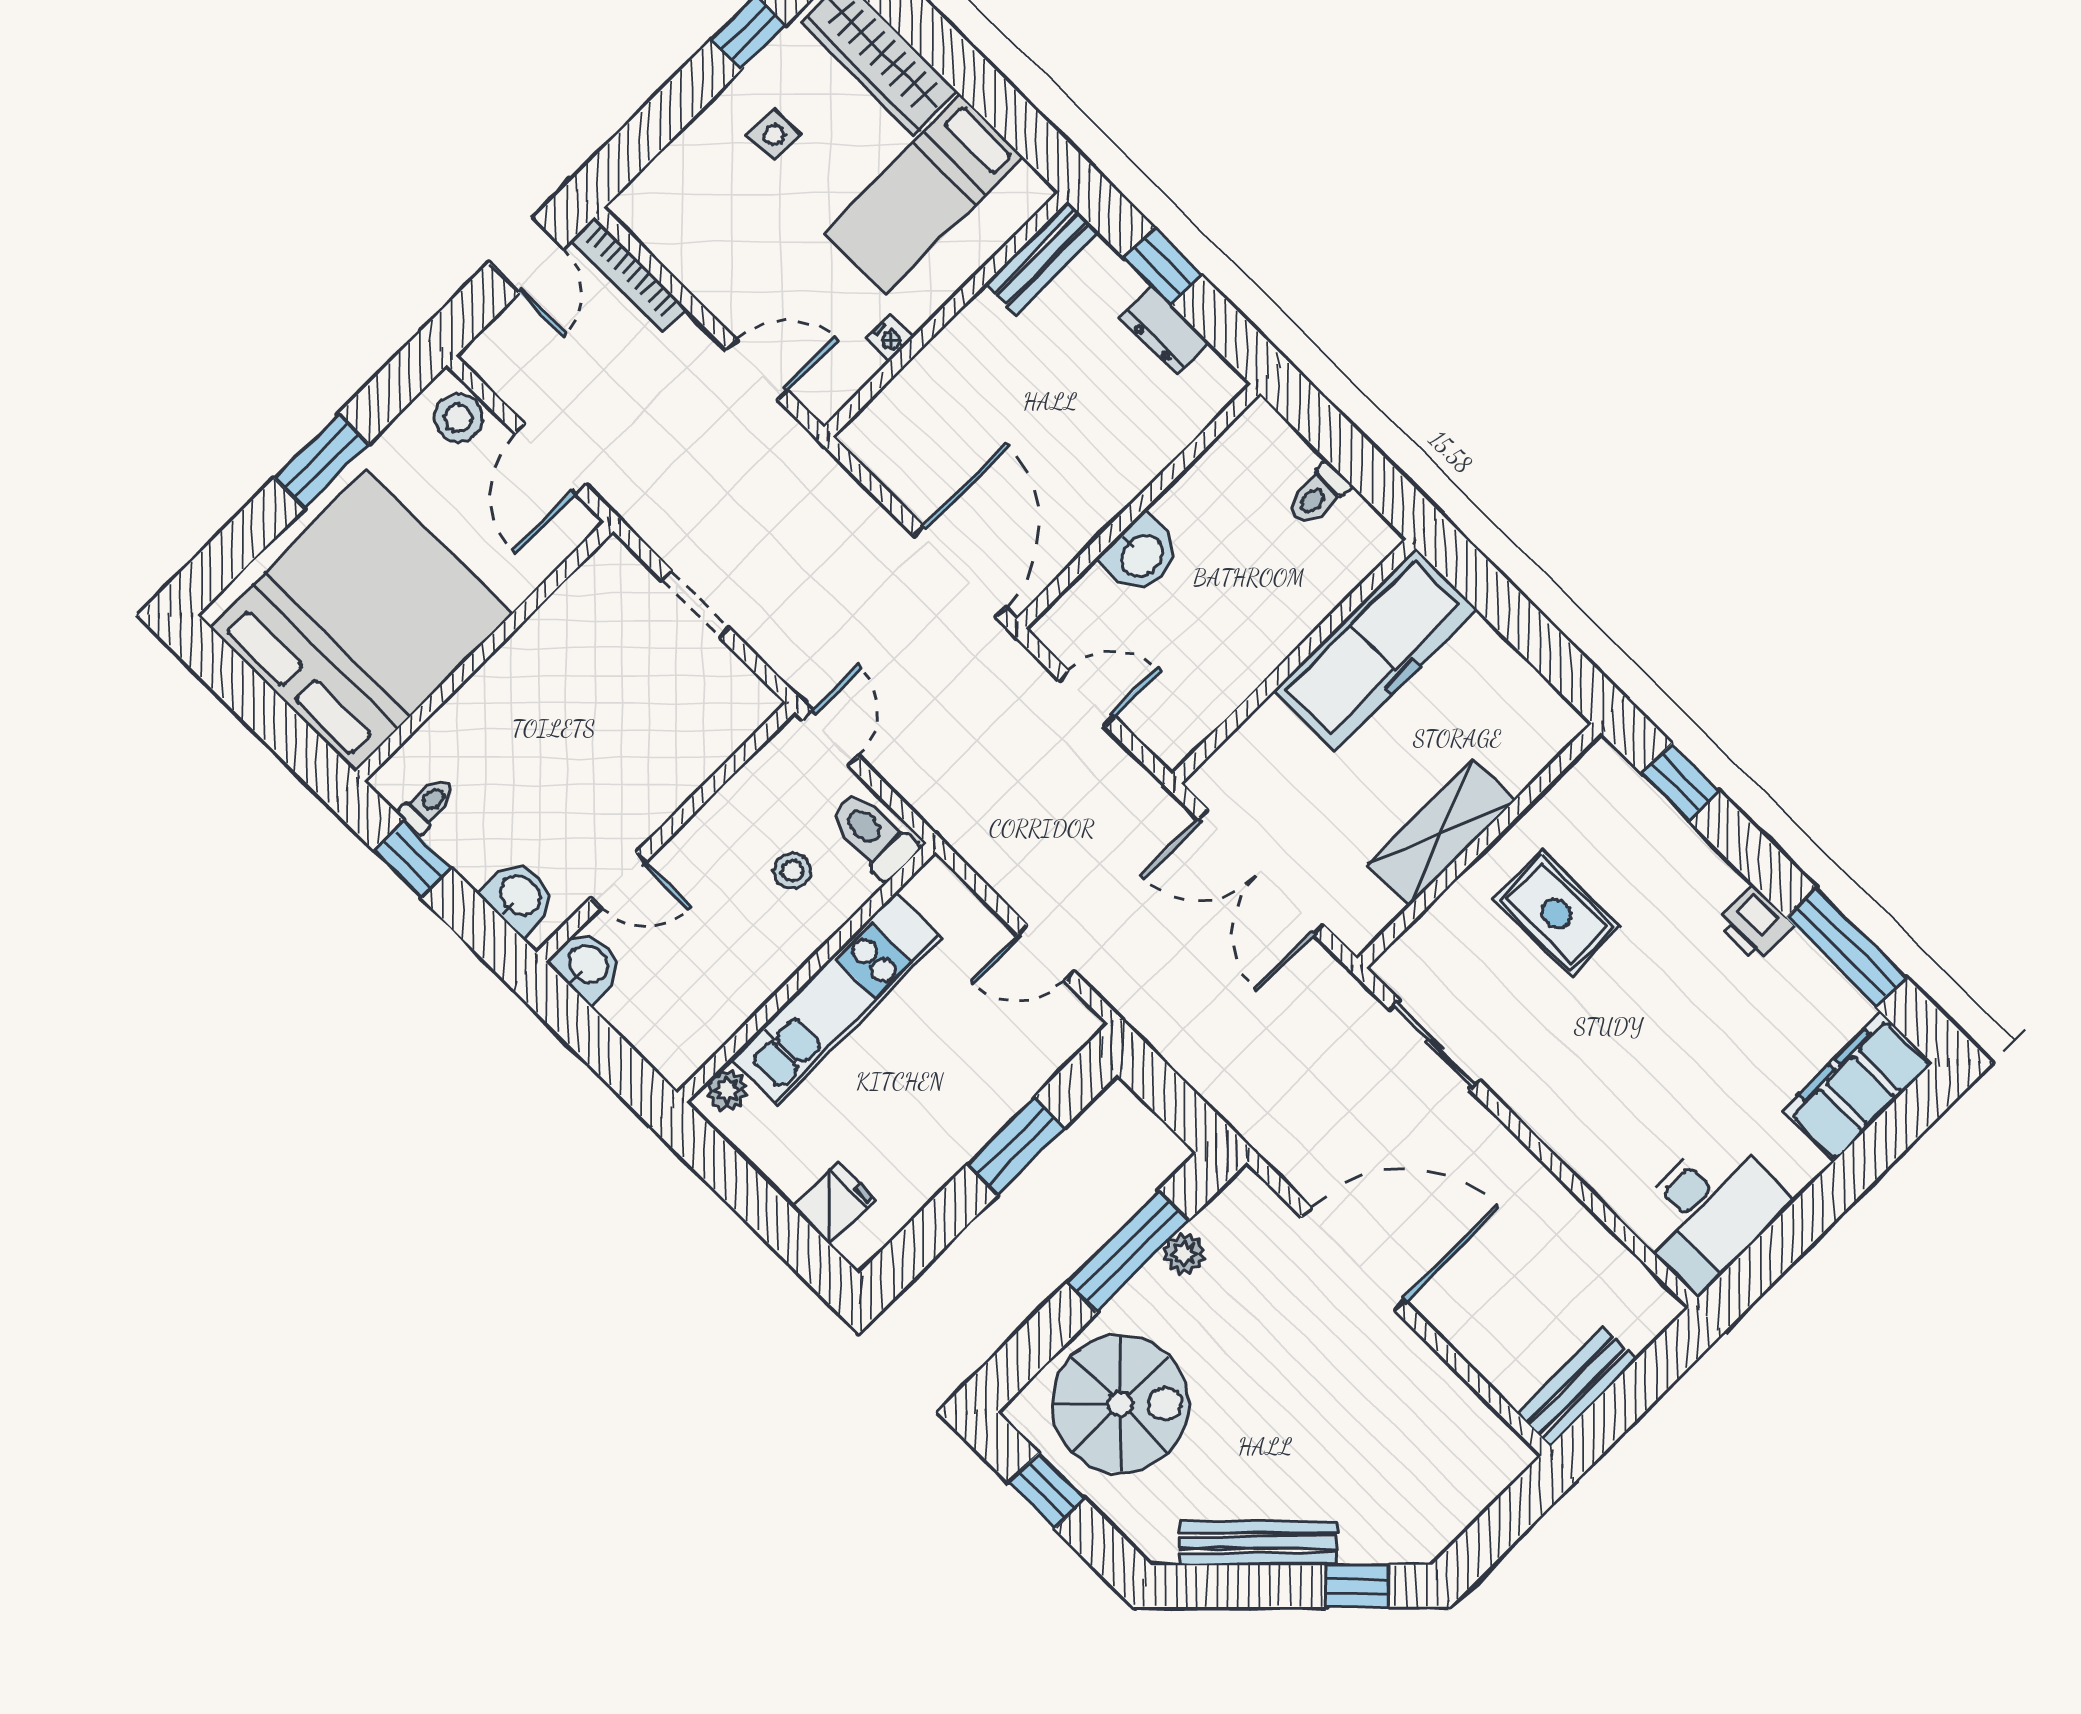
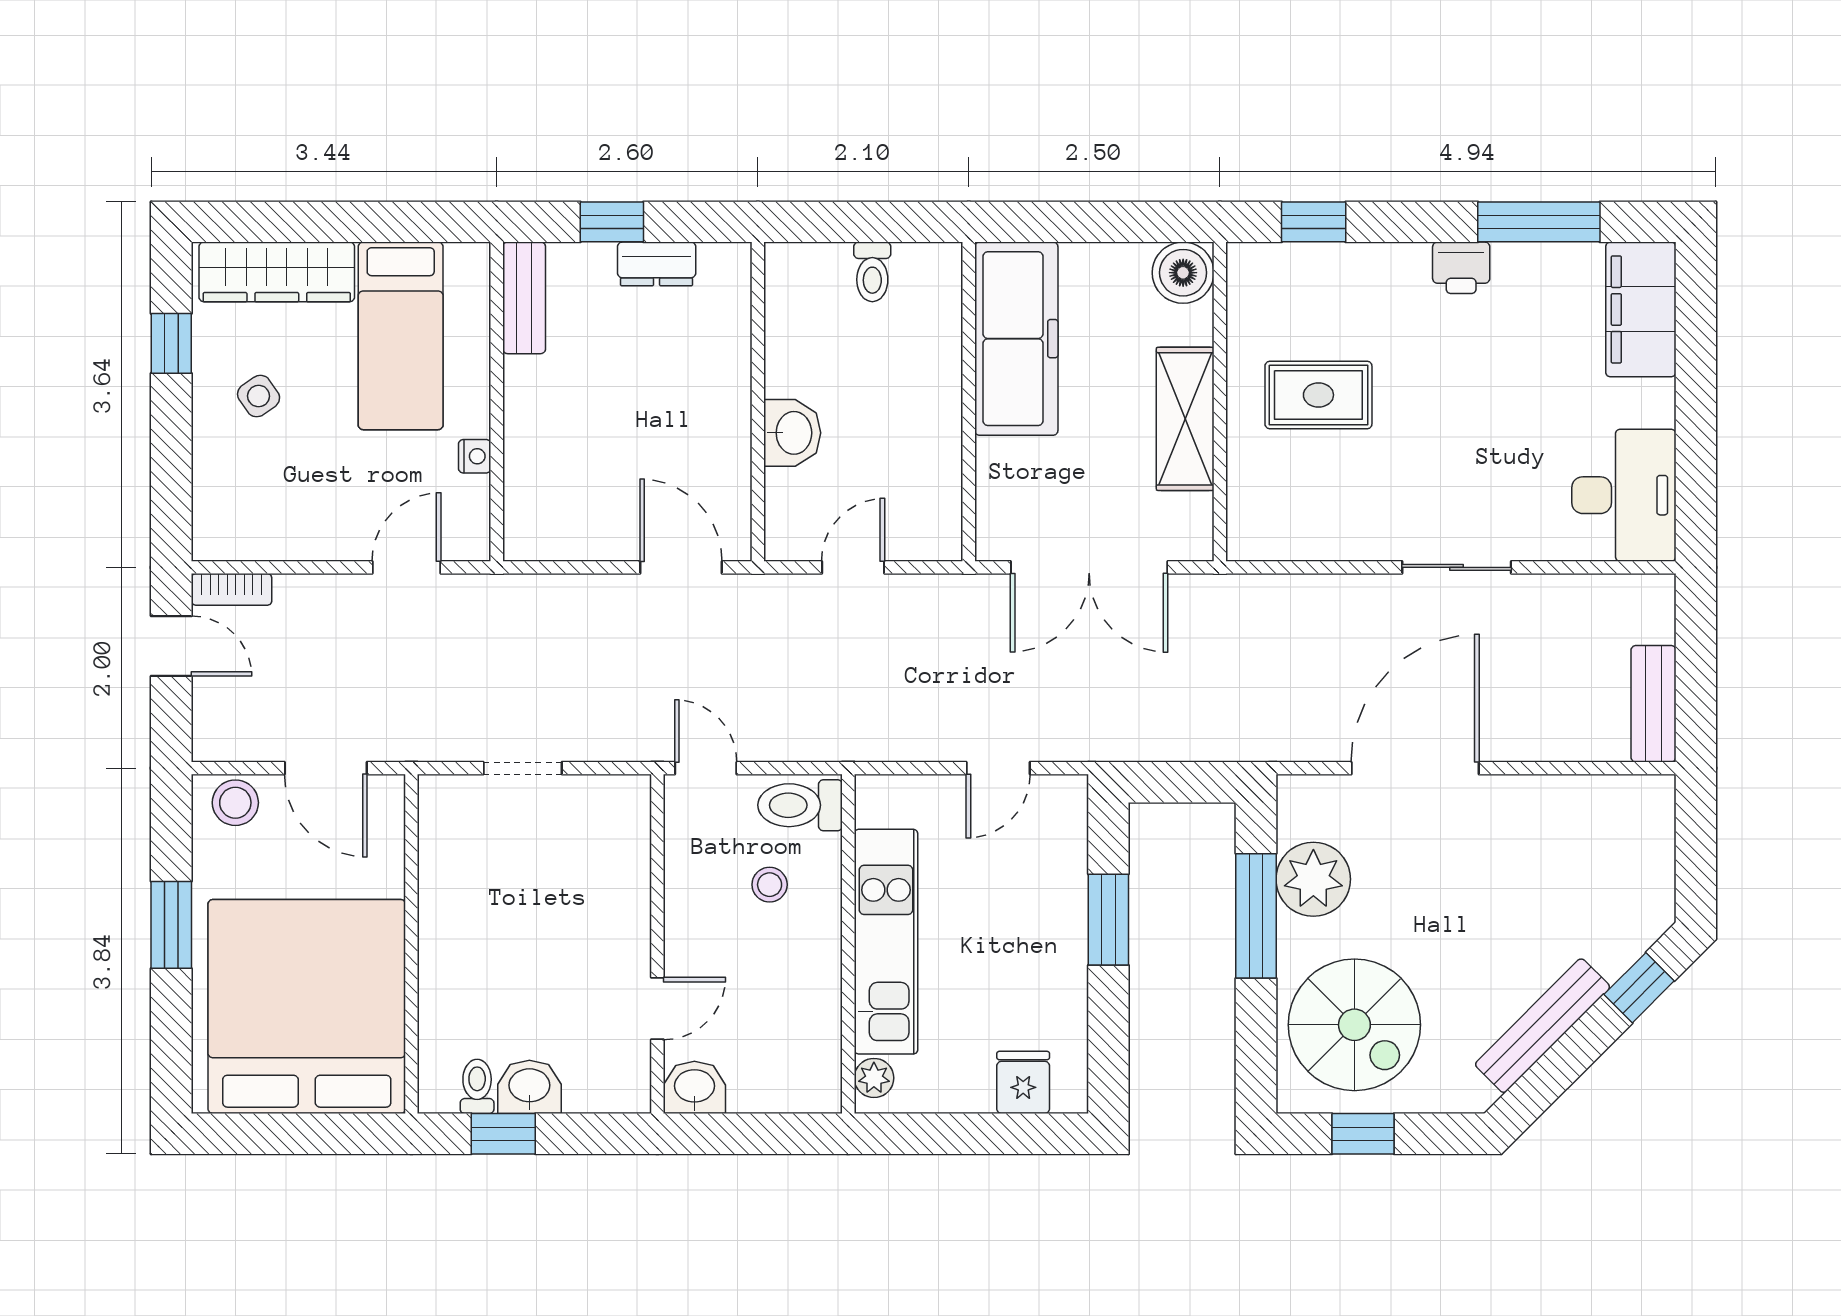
side table: (774, 135) -> (259, 396), turned -35
bookcase: (629, 274) -> (232, 589), width x0.64
door: (960, 572) -> (681, 567), width x0.73
boiler: (1547, 724) -> (1183, 273), added
washbasin: (519, 896) -> (529, 1087), moved
sliding door: (1434, 1045) -> (1457, 567), moved
plant: (1184, 1254) -> (1313, 879), width x1.87, depth x1.87
spiral stairs: (1120, 1404) -> (1354, 1025), turned 90

